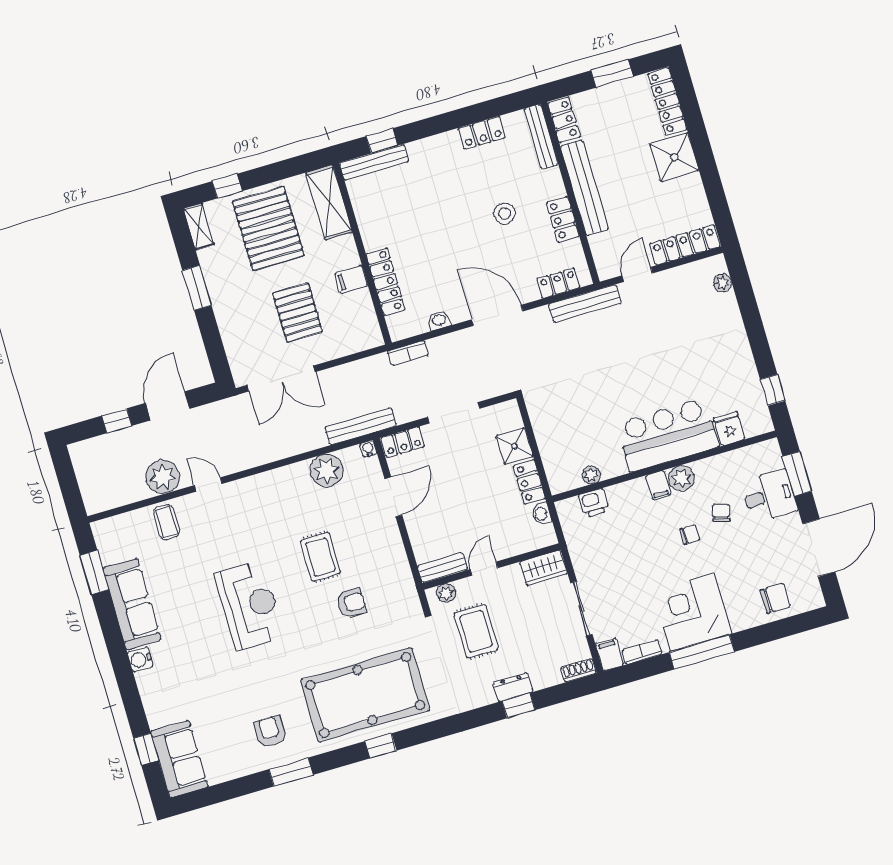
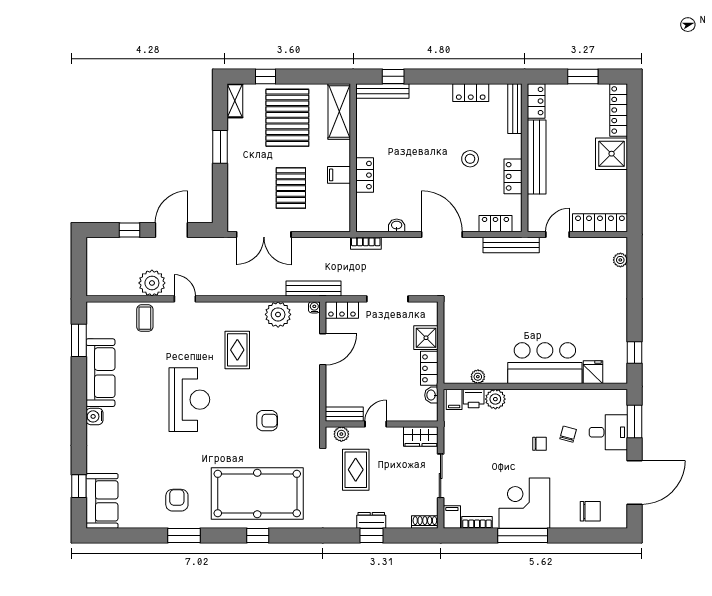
locker: (385, 282) -> (365, 175), width x0.66
plant: (681, 478) -> (495, 399), moved
filing cabinet: (658, 485) -> (454, 399), moved
rug: (320, 557) -> (237, 350), moved

